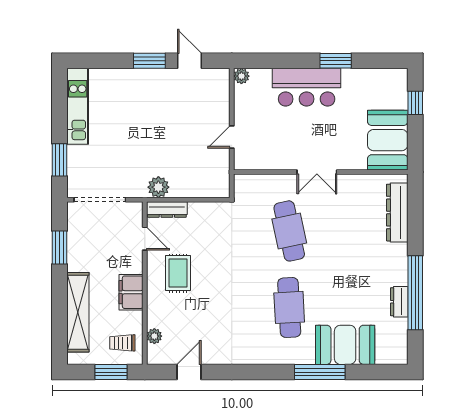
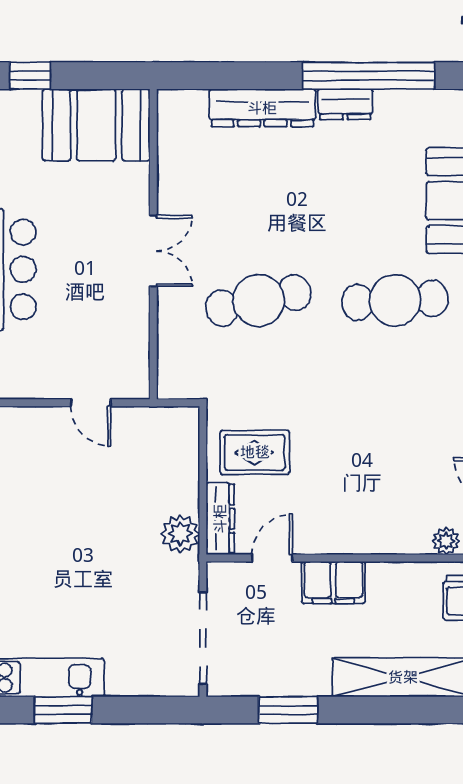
window: (60, 160) -> (63, 710), moved
dresser: (397, 213) -> (262, 108), moved
rug: (178, 273) -> (255, 452), moved
filing cabinet: (131, 292) -> (333, 583), moved
dresser: (399, 302) -> (345, 104), moved

